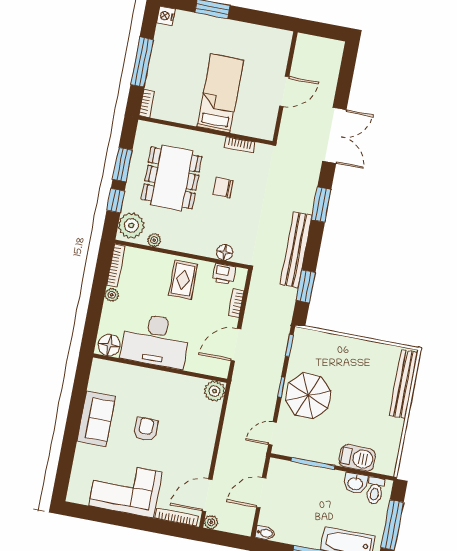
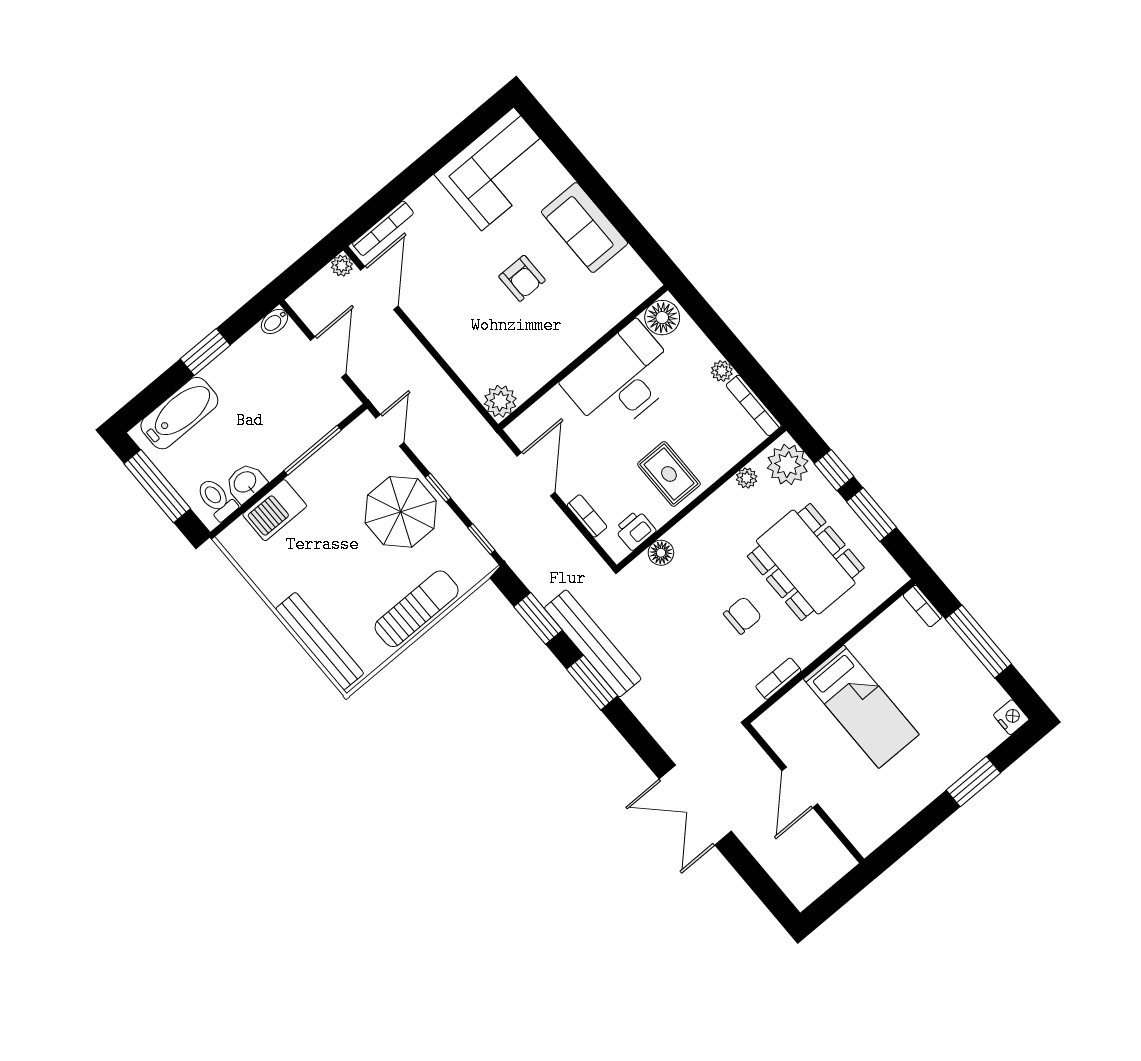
window: (321, 205) -> (592, 683), moved
sun lounger: (349, 349) -> (417, 609), added
corner sofa: (125, 489) -> (498, 169), moved

